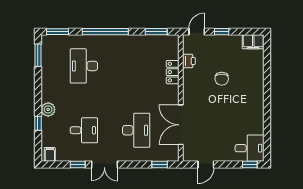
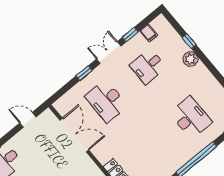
filing cabinet: (50, 154) -> (149, 33), moved
window: (160, 165) -> (84, 73), moved
door: (206, 165) -> (28, 120), hinge flipped

